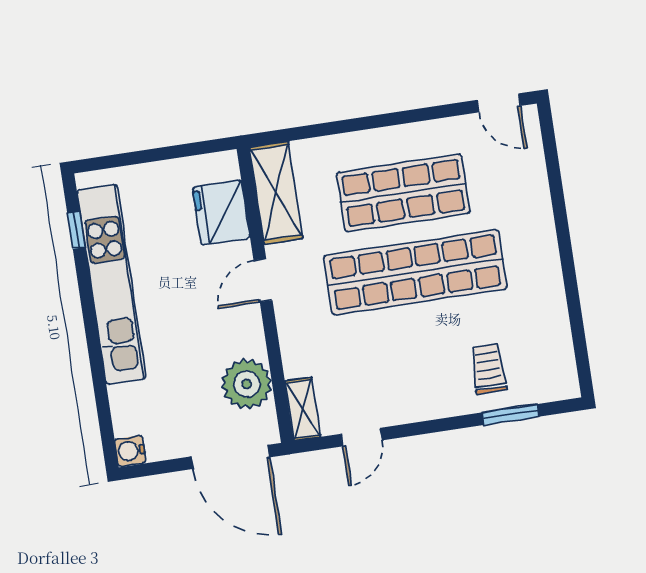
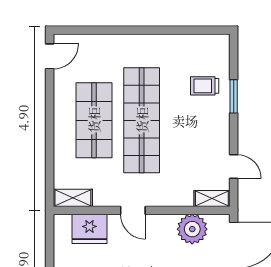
shelving: (276, 193) -> (73, 198), width x0.67, depth x0.75
window: (511, 415) -> (234, 96), moved

